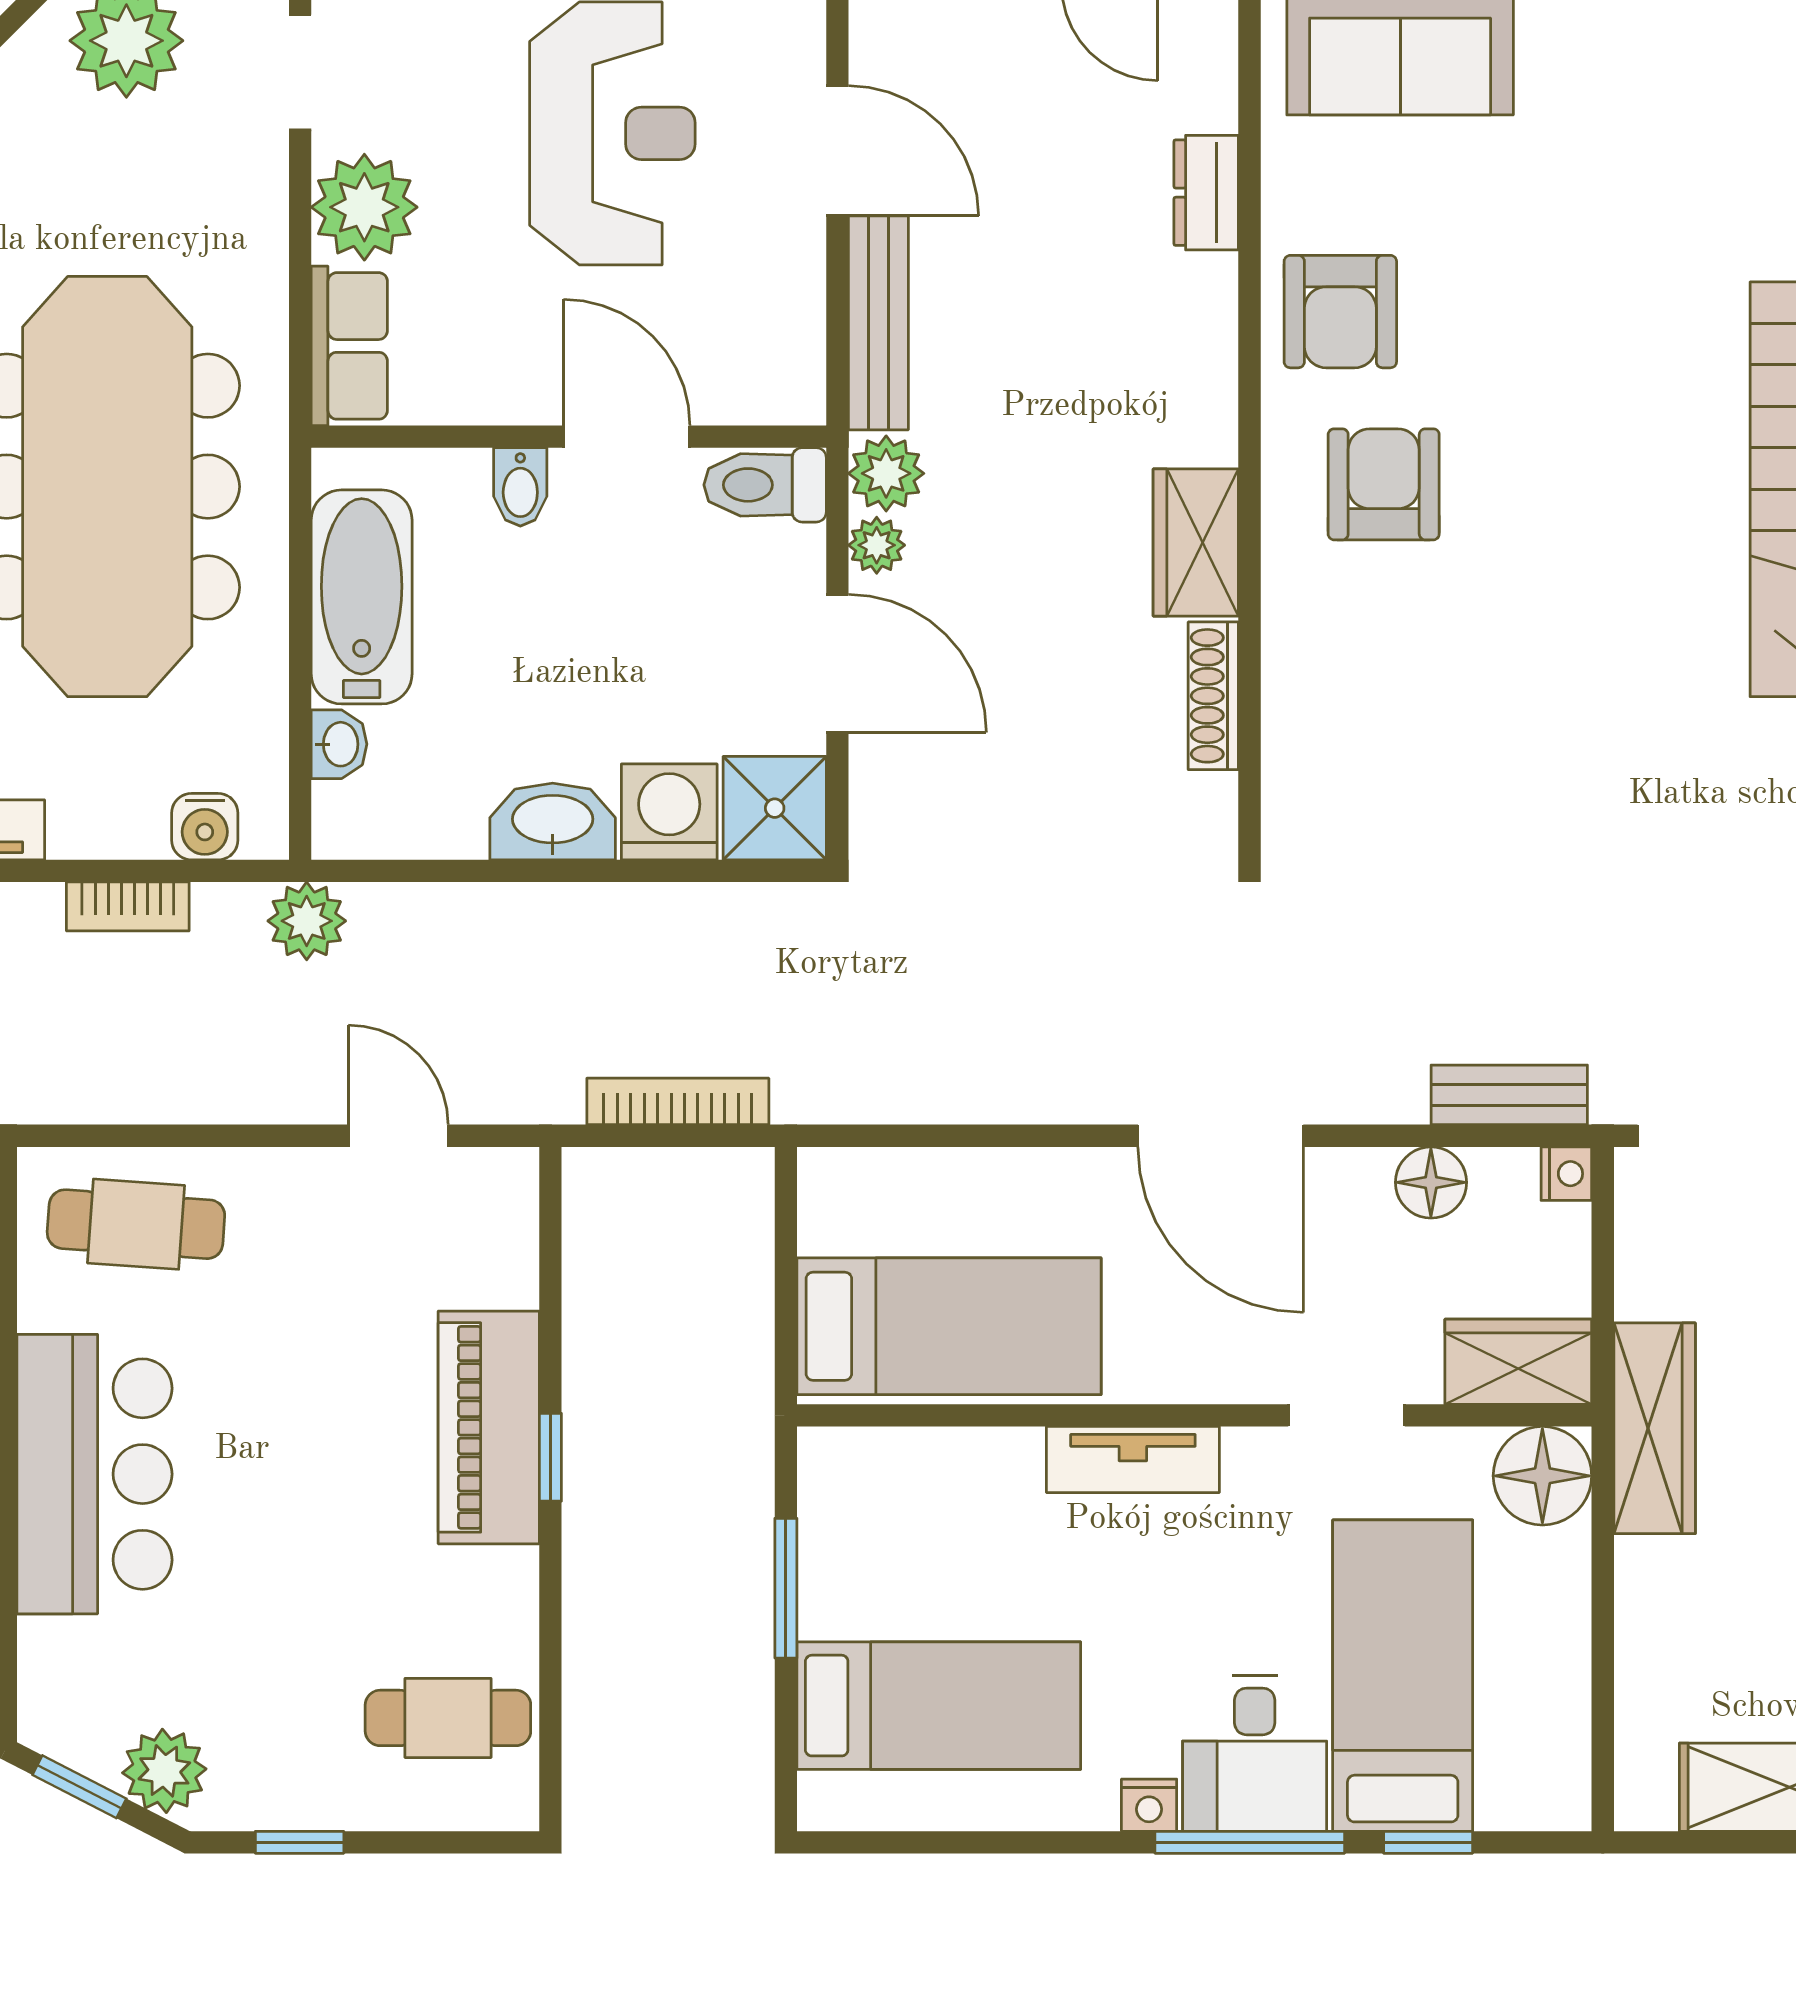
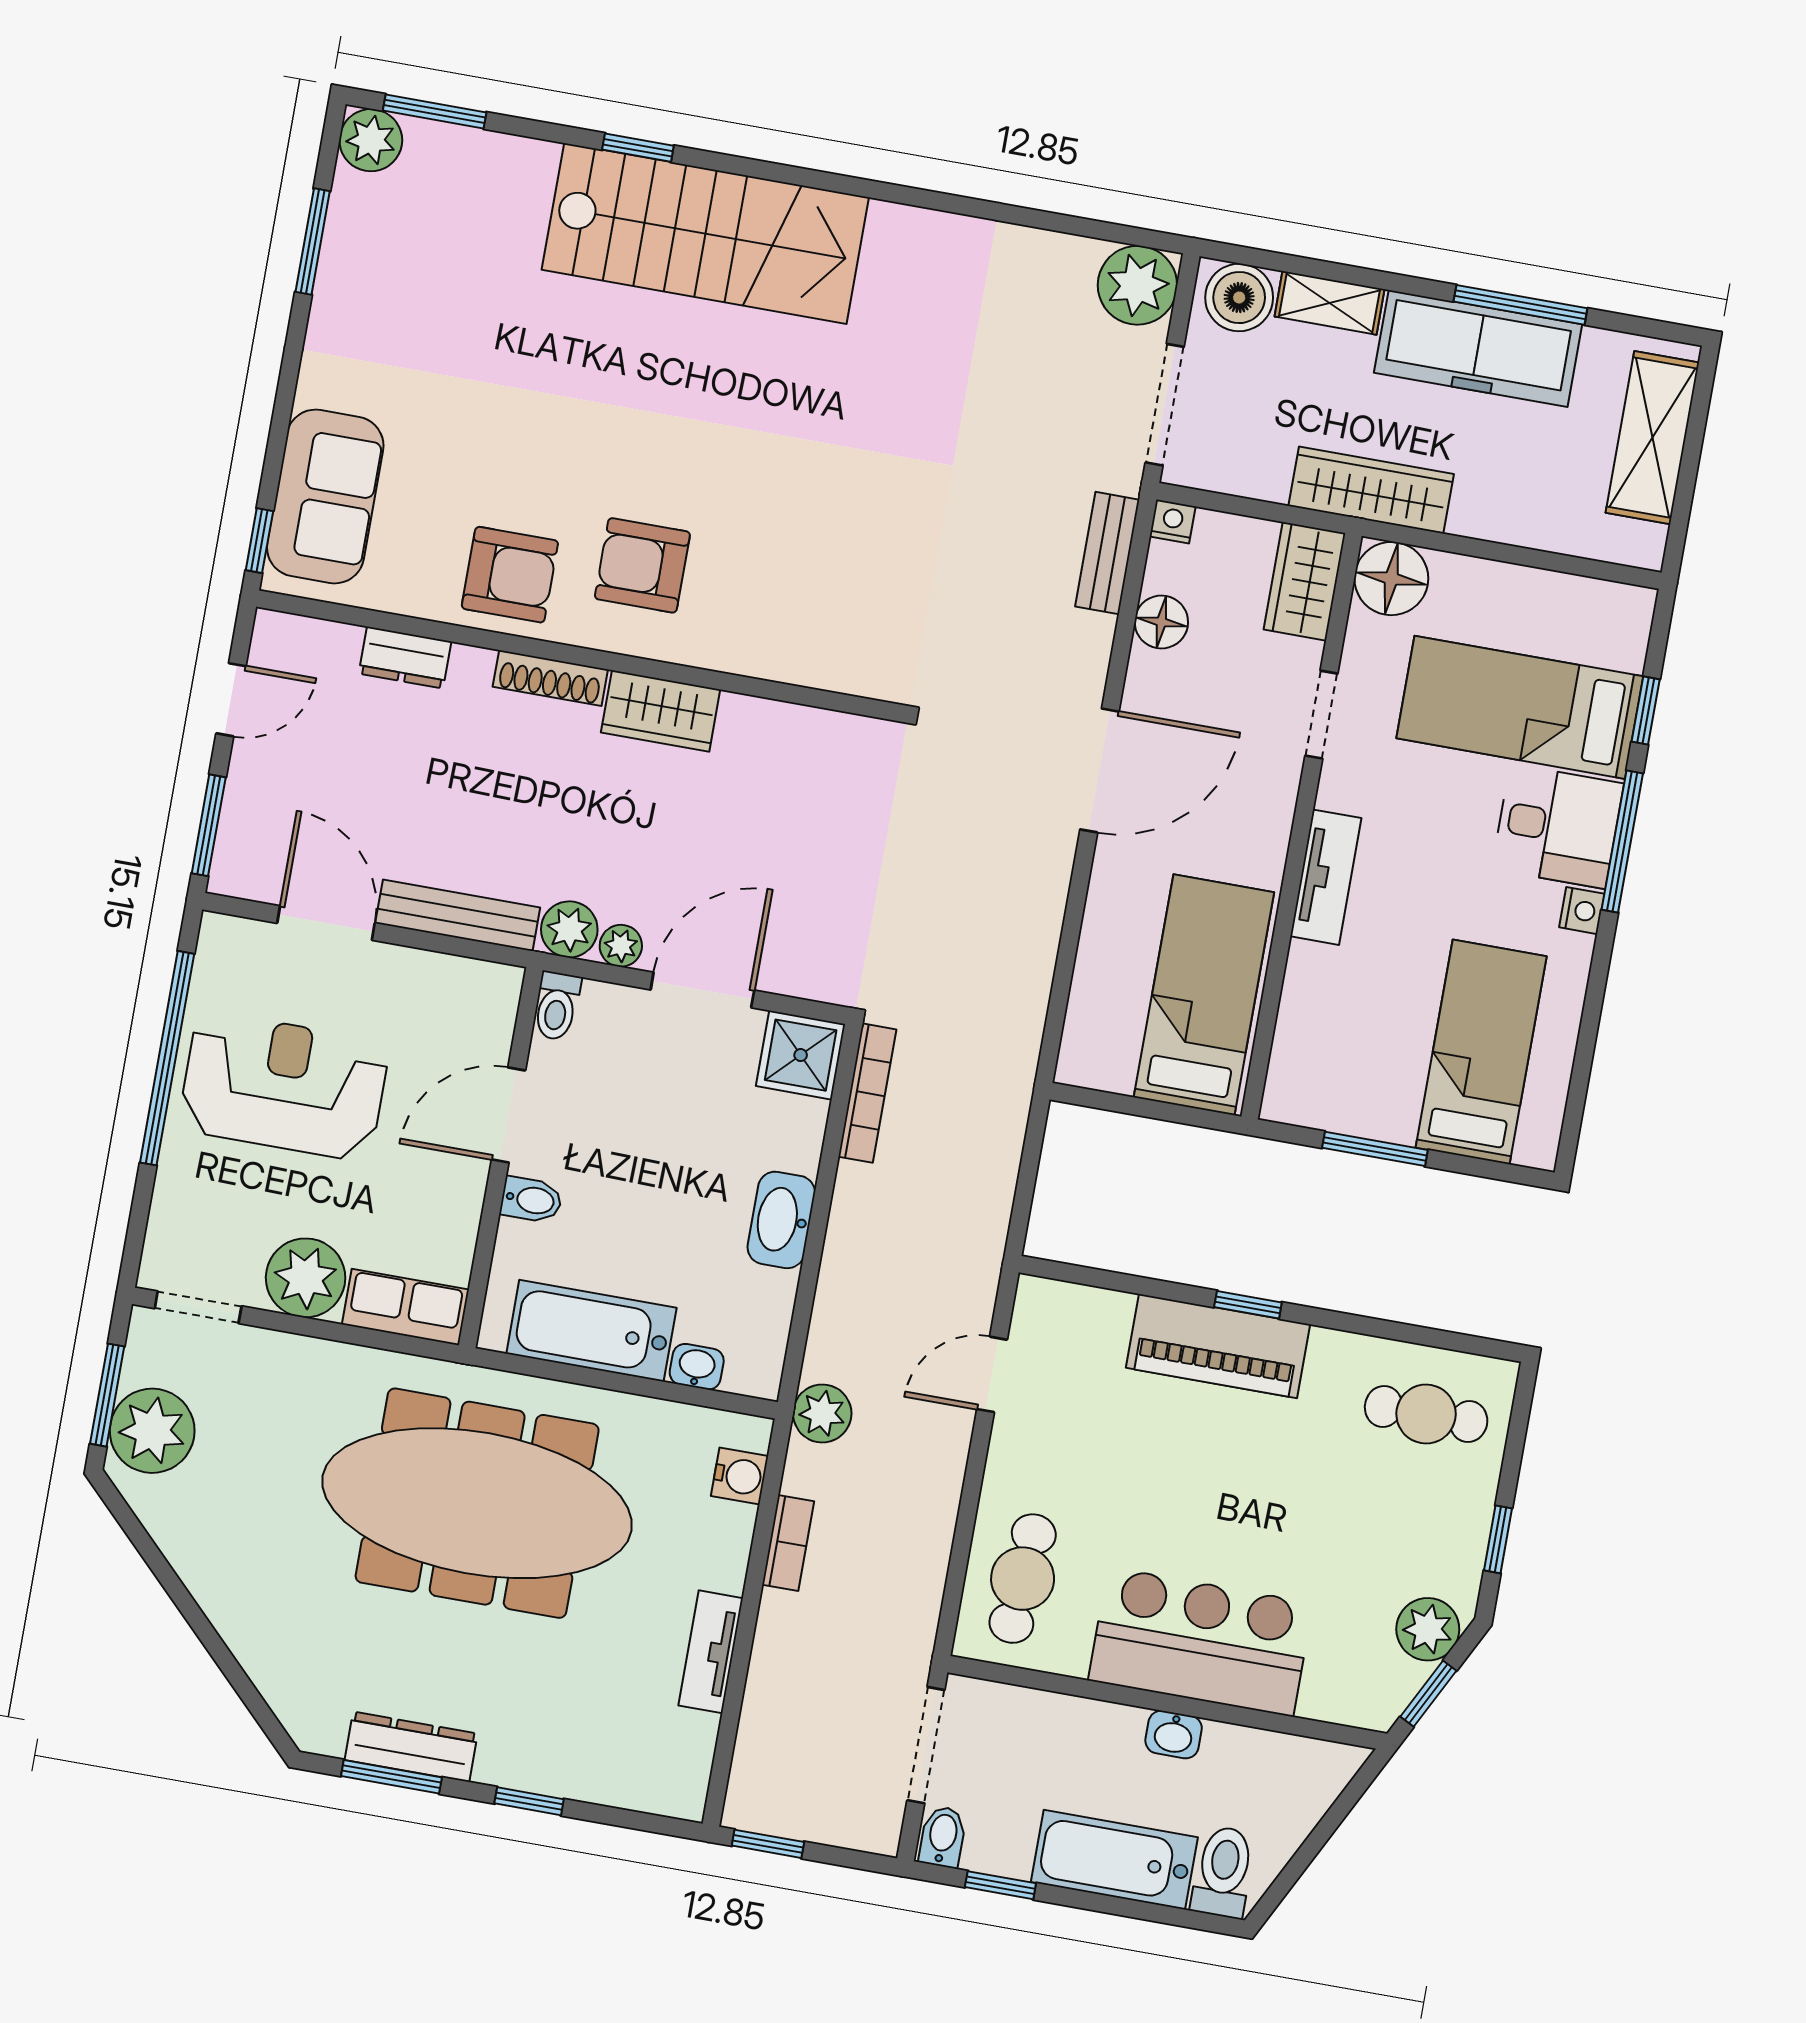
door: (837, 151) -> (326, 923), hinge flipped
toilet: (765, 485) -> (557, 1006), width x0.73, depth x0.72
shoe rack: (1213, 696) -> (550, 678), moved
washing machine: (669, 812) -> (790, 1133), removed
bookcase: (678, 1101) -> (867, 1093), moved, turned 180
cafe table: (448, 1718) -> (1426, 1414), turned 90

